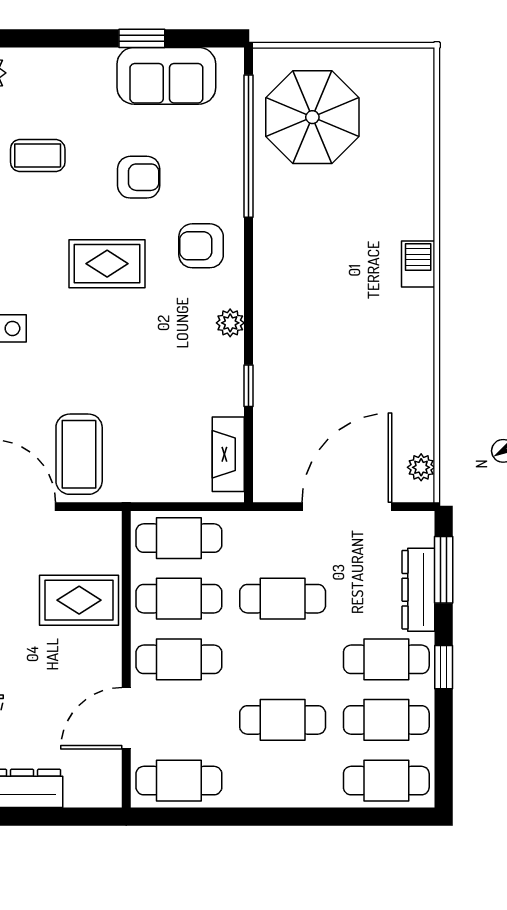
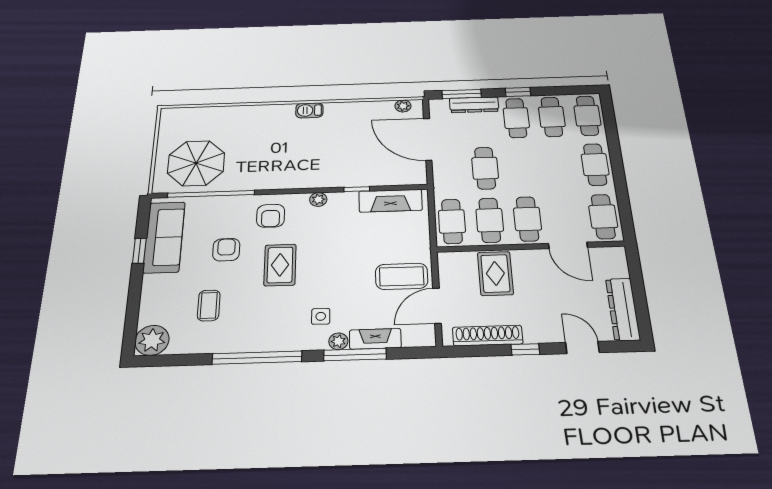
sofa: (166, 76) -> (164, 237), width x1.36
barbecue: (418, 264) -> (309, 110), moved
fireplace: (228, 454) -> (390, 201), width x1.37, depth x1.32
cafe table: (283, 720) -> (595, 165), moved

